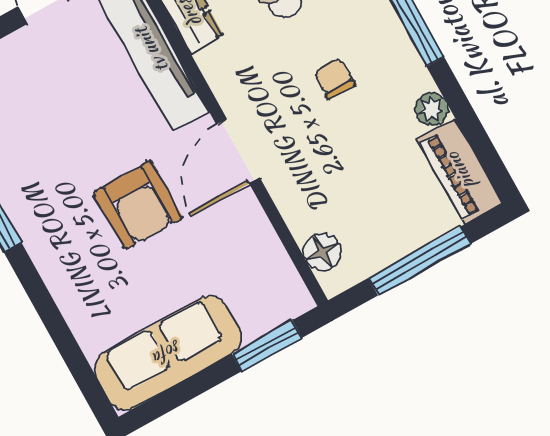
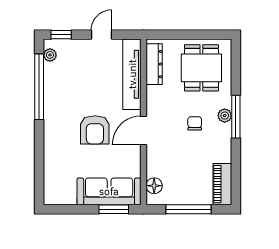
plant: (432, 109) -> (225, 116), moved
sofa: (168, 353) -> (109, 191), moved

